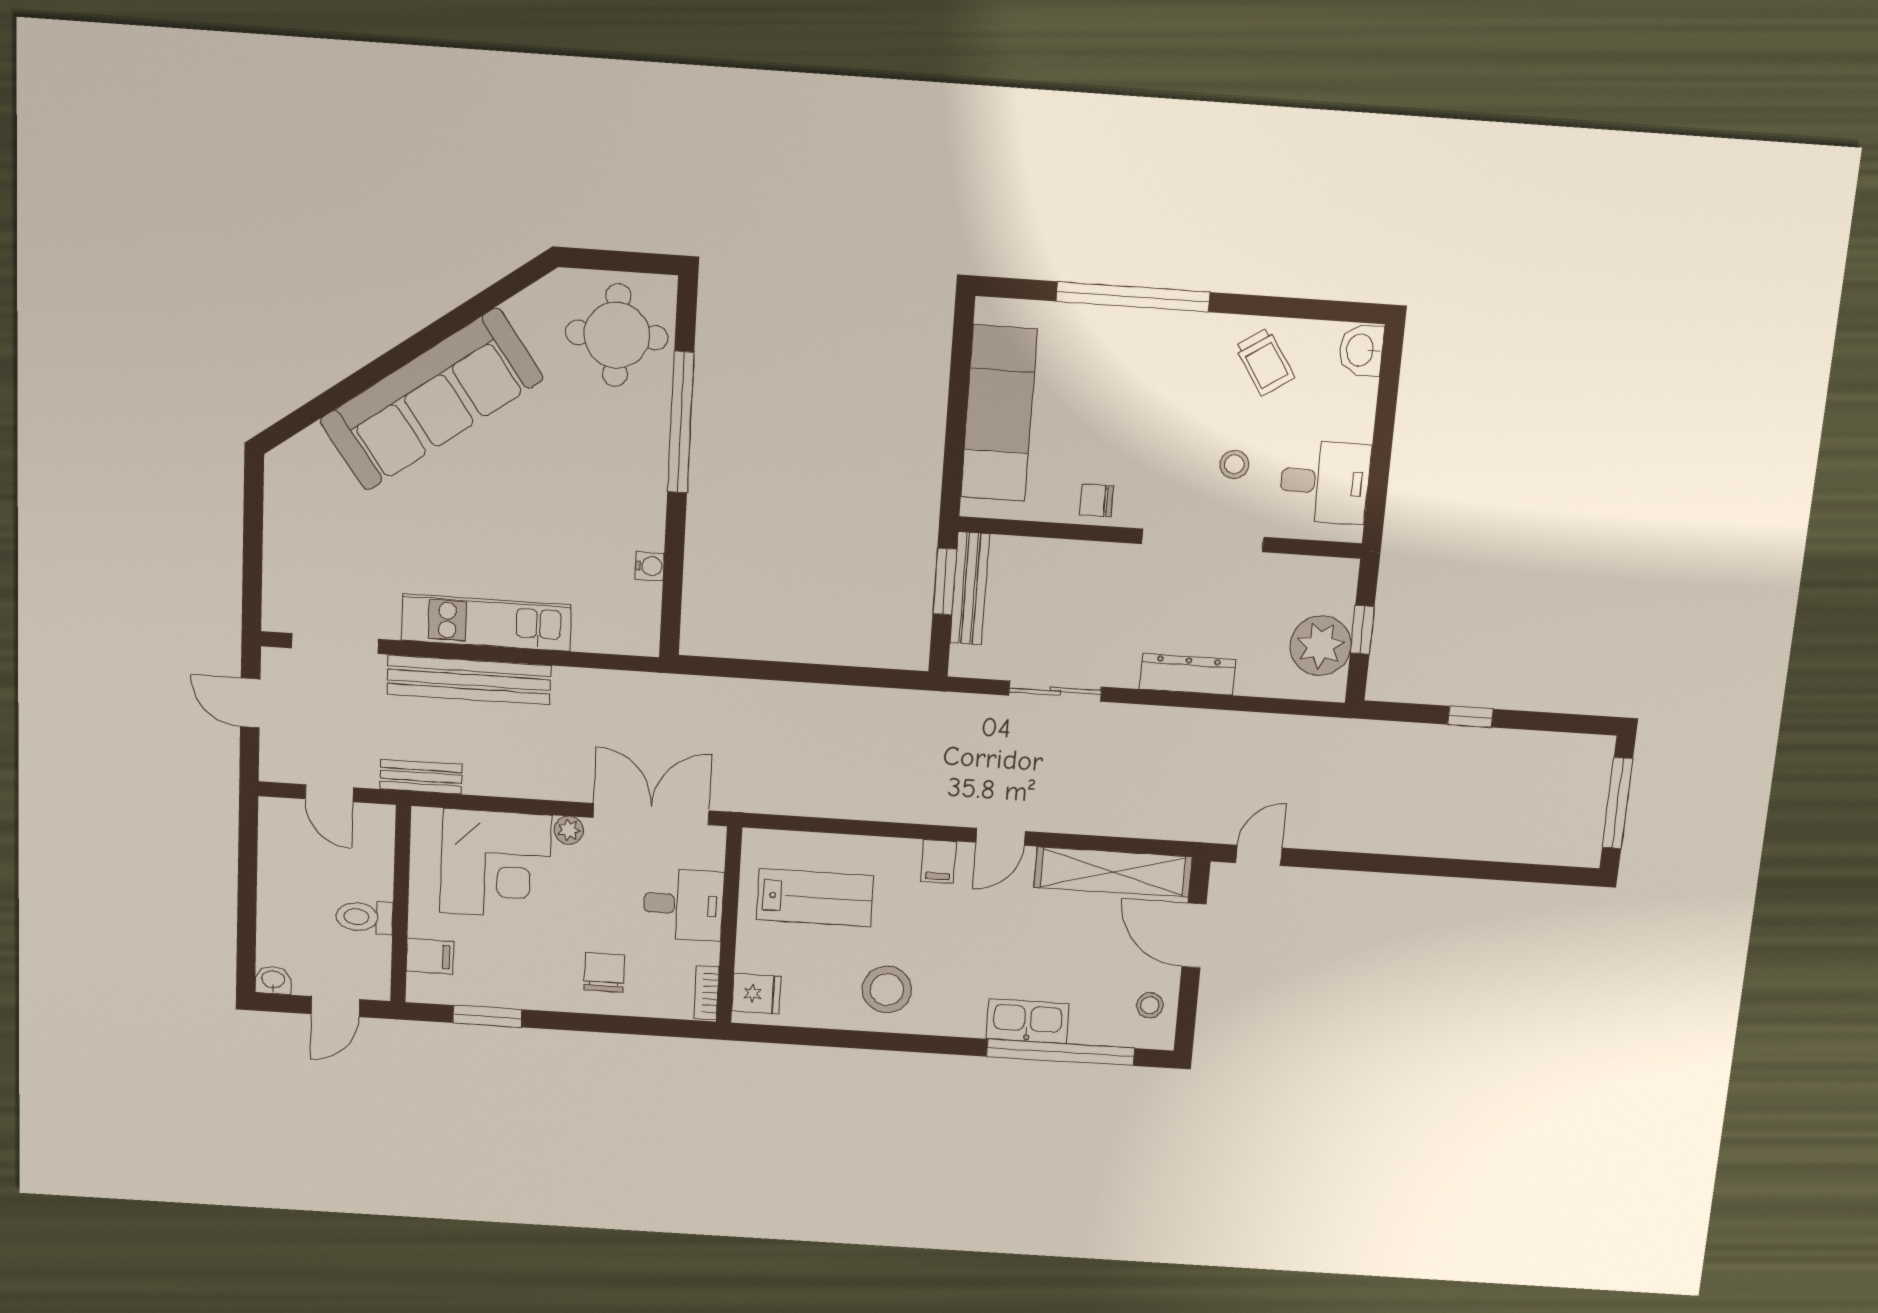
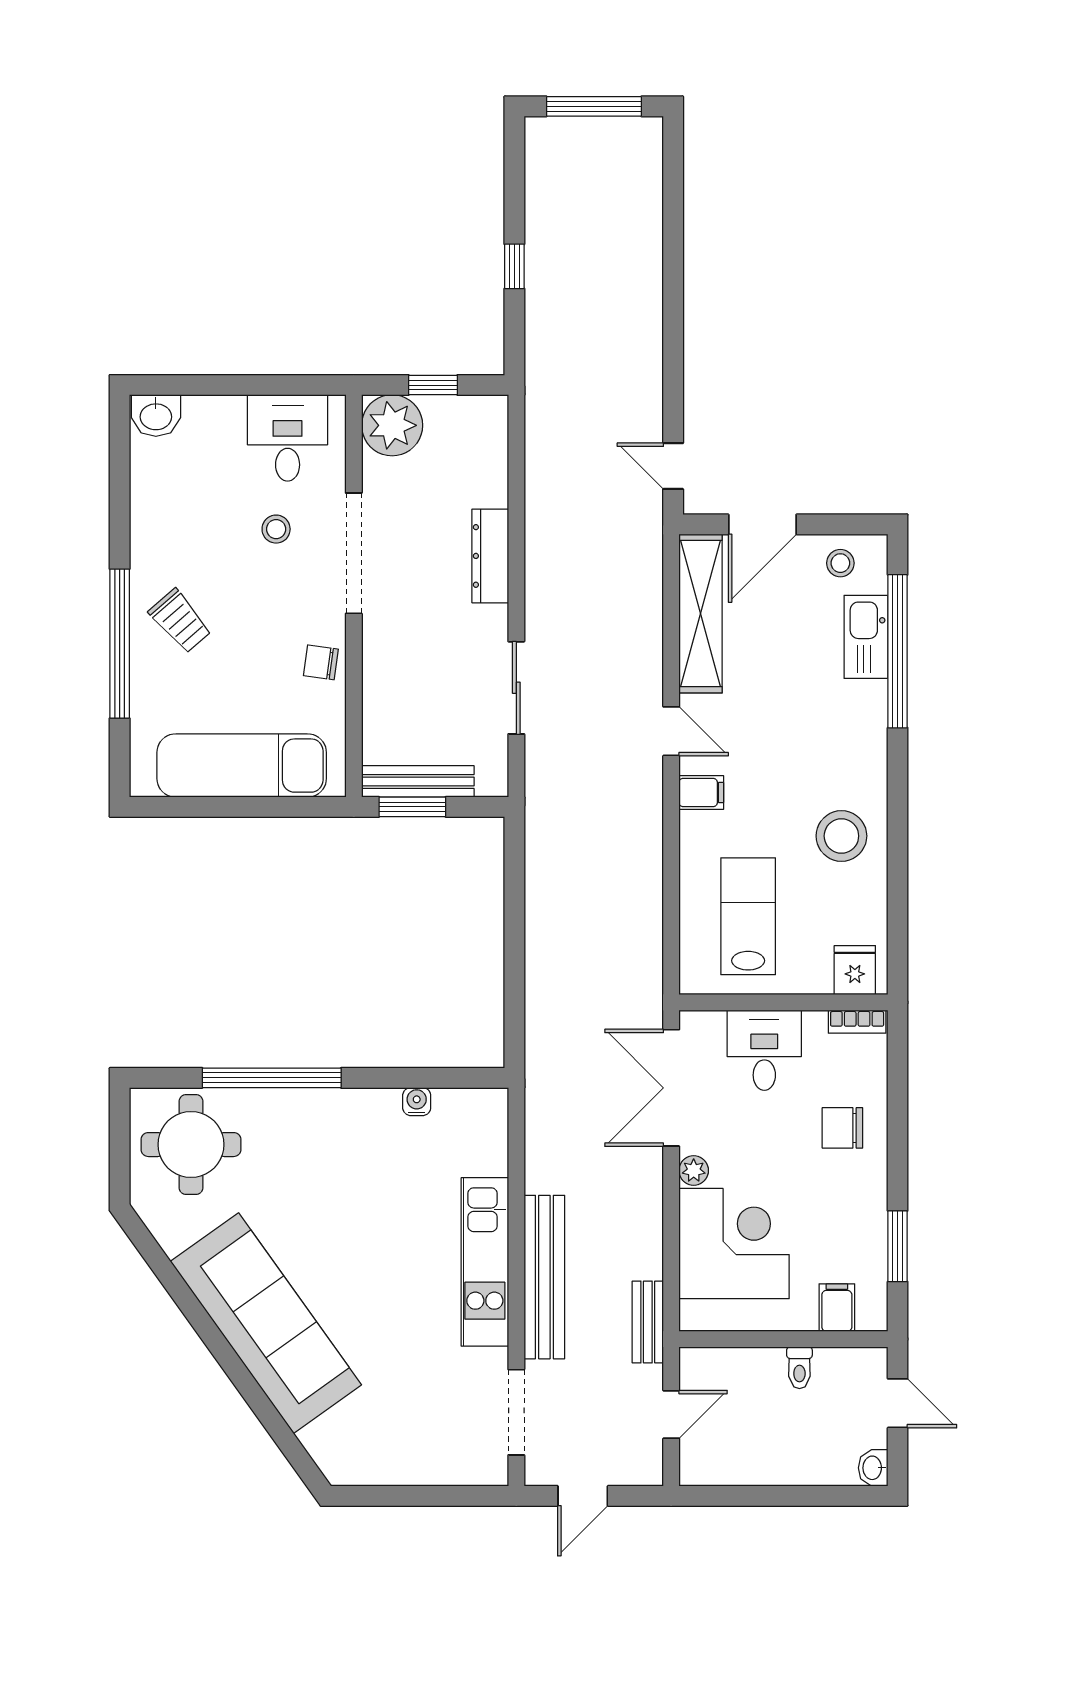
trolley: (1265, 362) -> (180, 621), moved, turned 82
chair: (1097, 500) -> (321, 662), turned 98
plant: (1321, 645) -> (392, 425), moved
toilet: (364, 917) -> (799, 1368), width x0.73, depth x0.72
kitchen sink: (1028, 1021) -> (866, 637), moved

